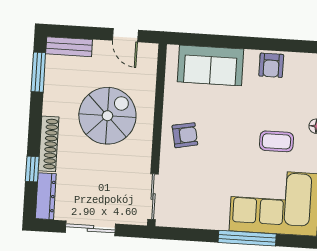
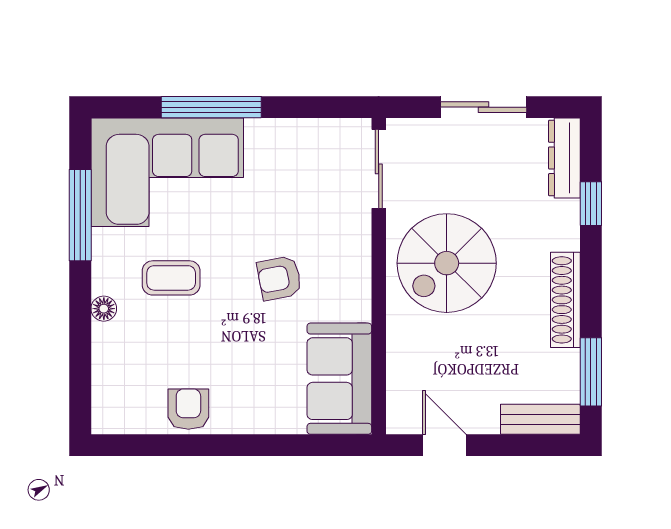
sofa: (211, 65) -> (339, 379), moved, turned -90
spiral stairs: (107, 116) -> (447, 263), moved
armchair: (185, 135) -> (279, 278), moved
shoe rack: (49, 144) -> (565, 300), moved

